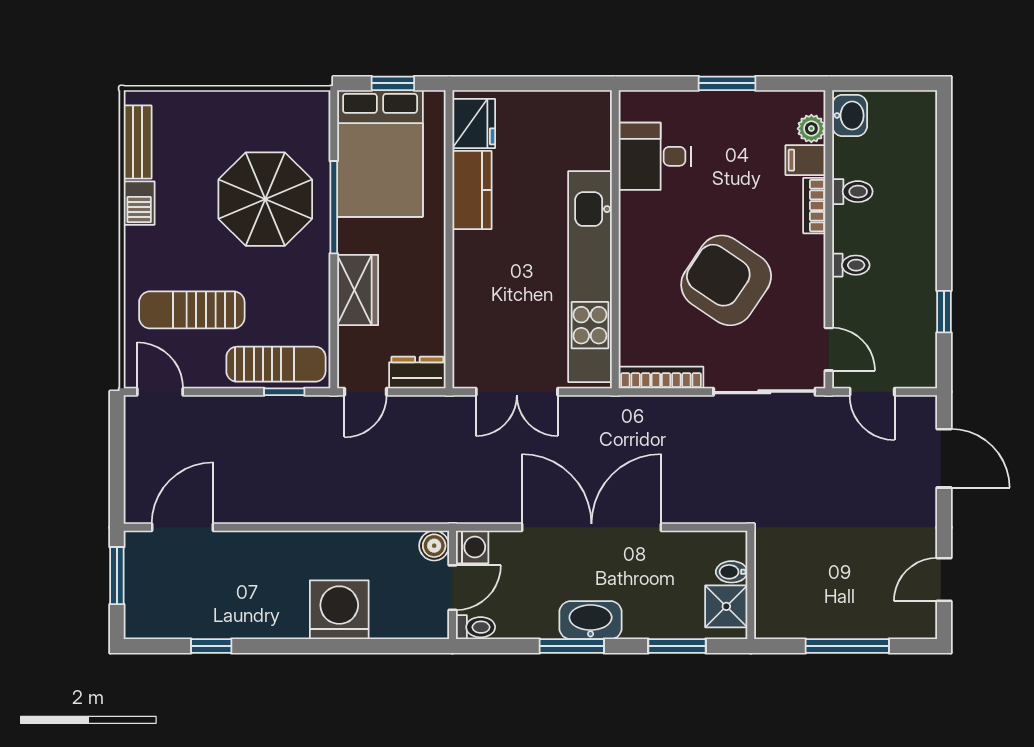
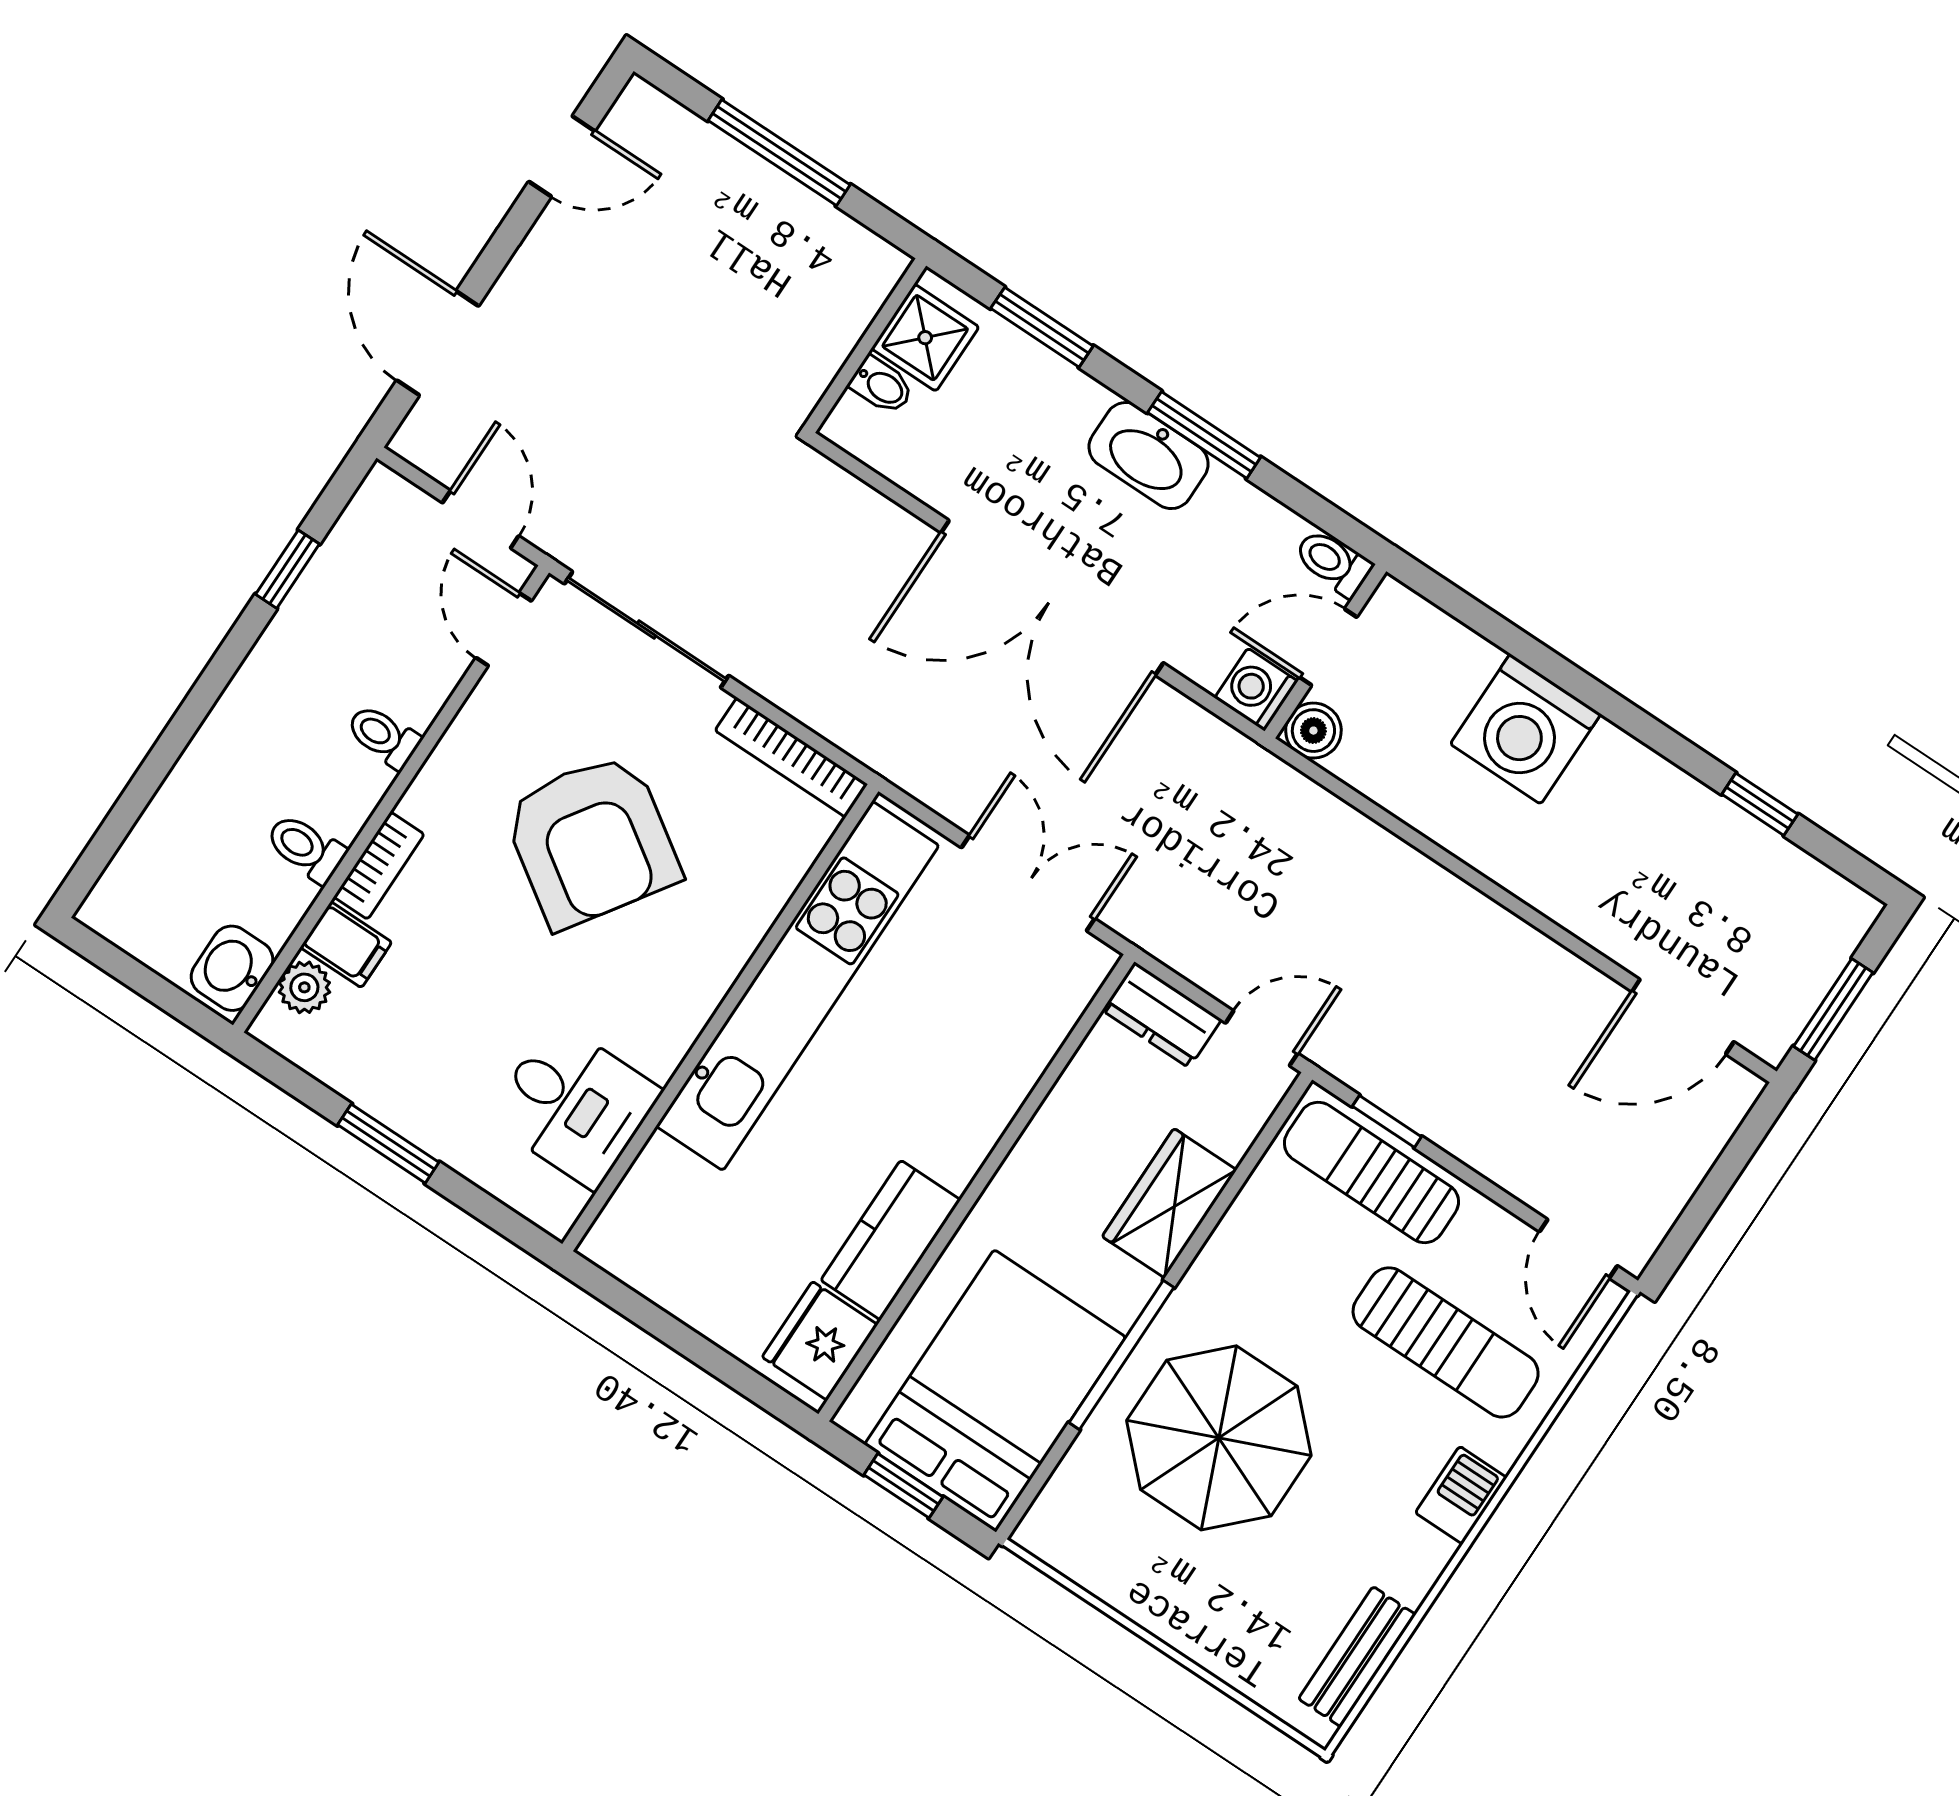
barbecue: (139, 203) -> (1461, 1495), moved

